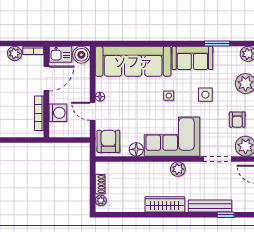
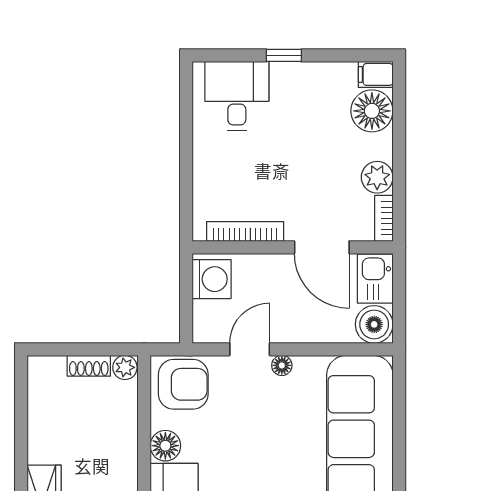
washing machine: (58, 113) -> (212, 279), moved, turned -90
plant: (101, 200) -> (125, 367), moved

